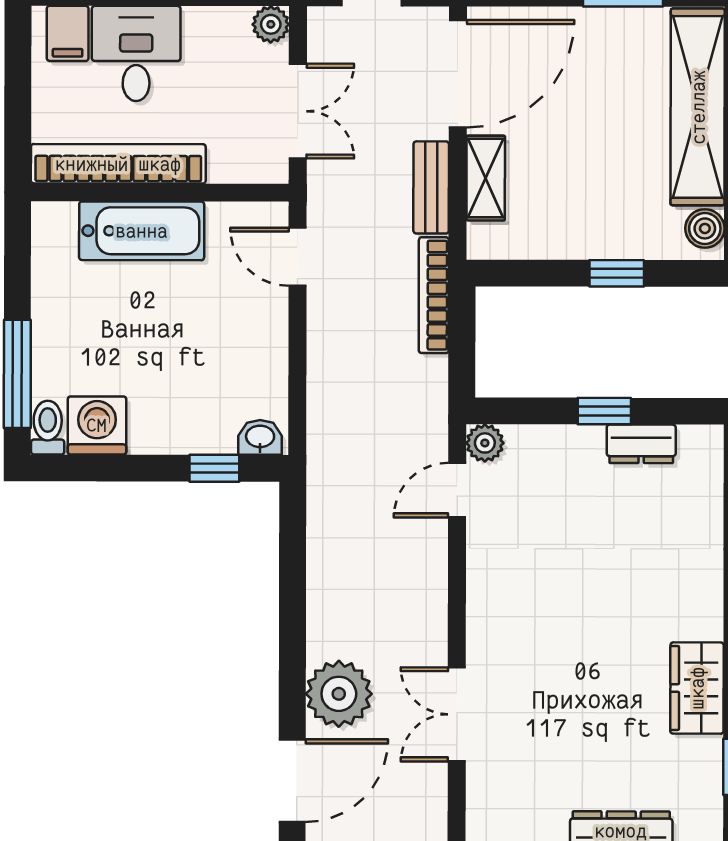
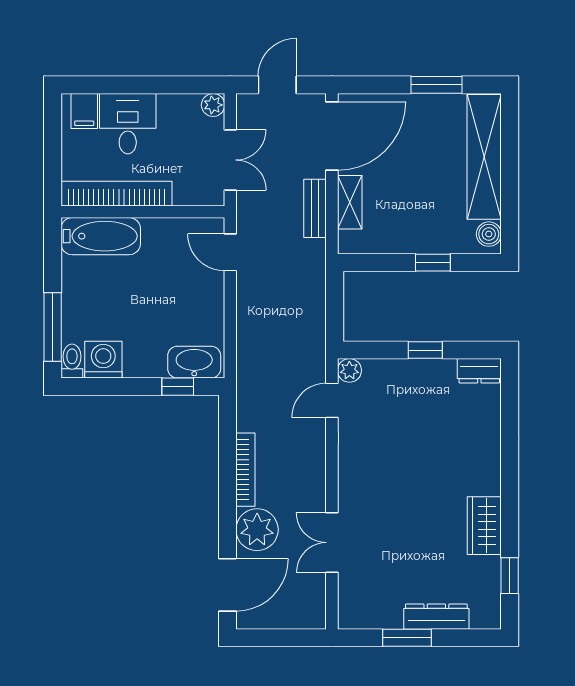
bathtub: (142, 231) -> (101, 236), moved
bookcase: (434, 295) -> (245, 470), moved, turned 180
washbasin: (260, 437) -> (194, 362), width x1.91, depth x1.45
dresser: (641, 444) -> (479, 371), moved

